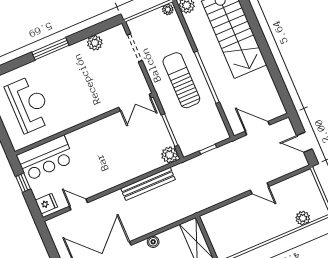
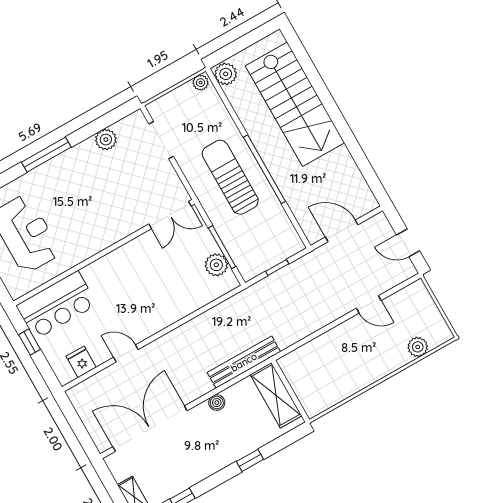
plant: (170, 155) -> (216, 265), moved
bench: (148, 184) -> (244, 362), moved
door: (259, 188) -> (369, 304), moved
fridge: (46, 204) -> (81, 362), moved, turned -90
door: (79, 204) -> (126, 353), moved

